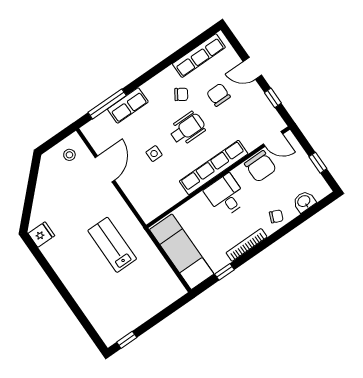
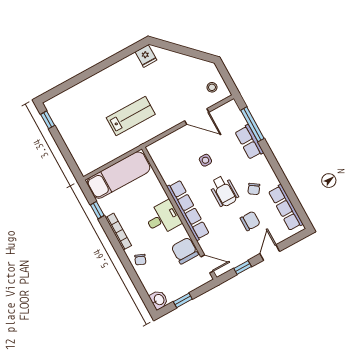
door: (273, 139) -> (207, 264), swing flipped
chair: (260, 166) -> (185, 251), turned 90
washbasin: (304, 202) -> (159, 300), moved

